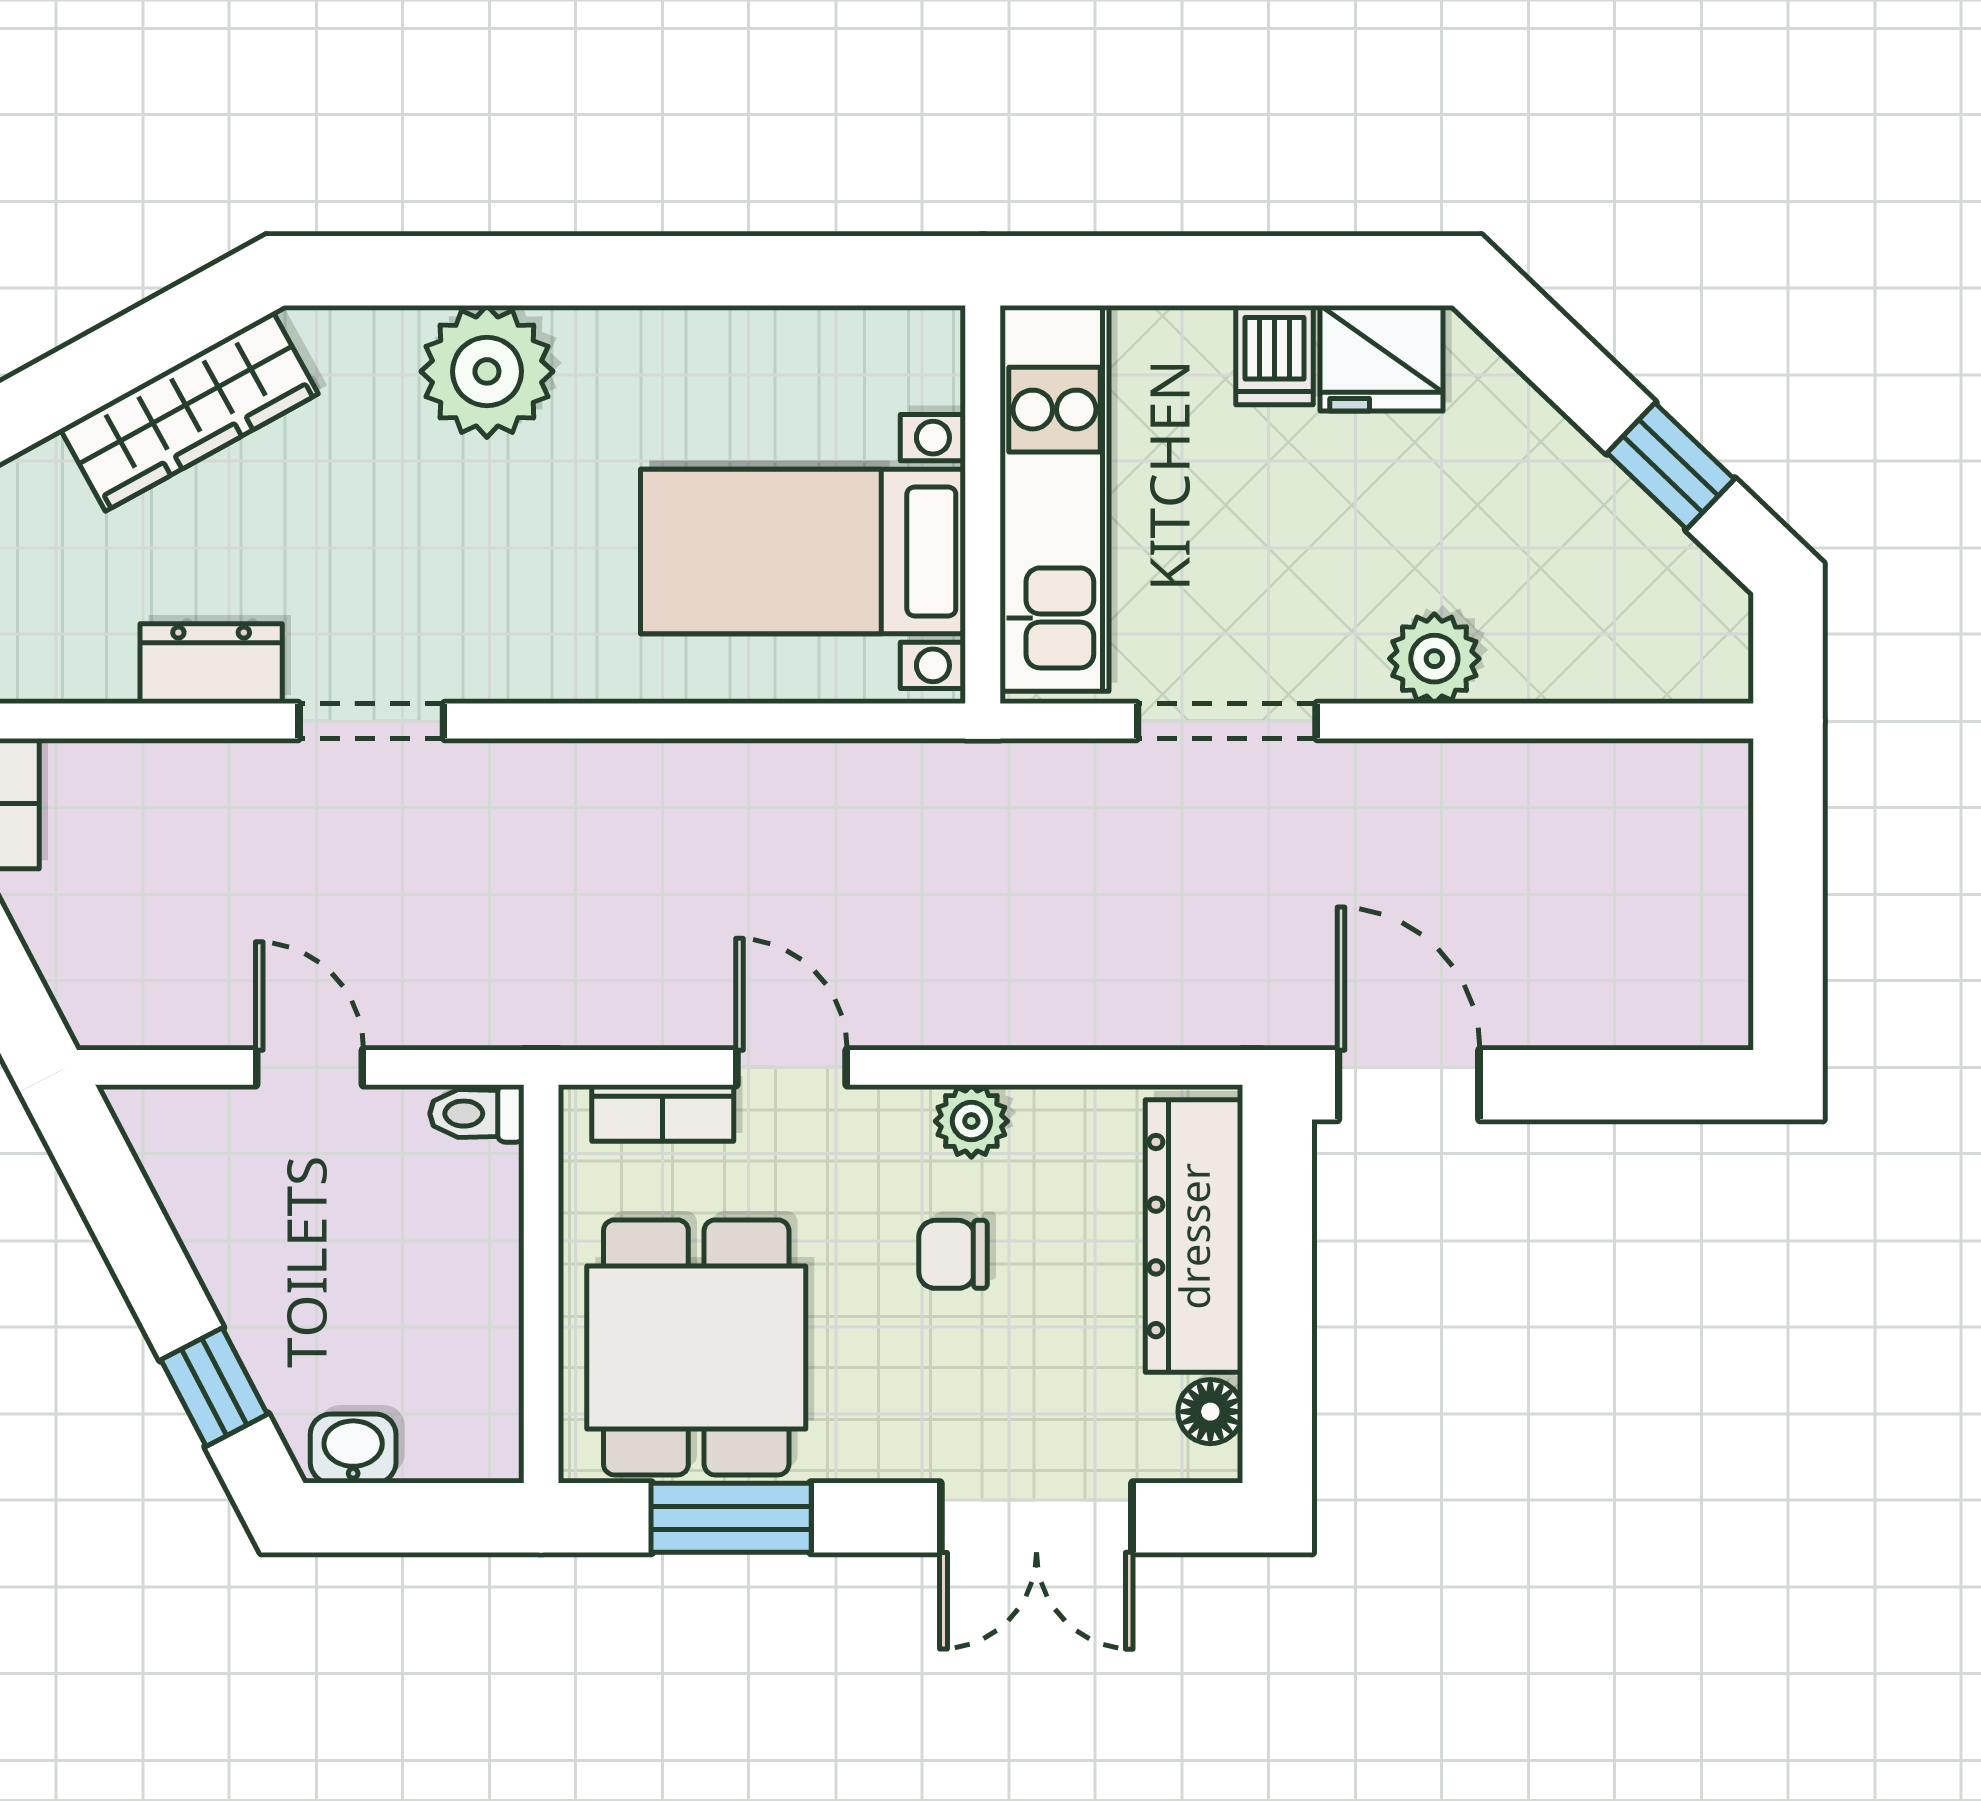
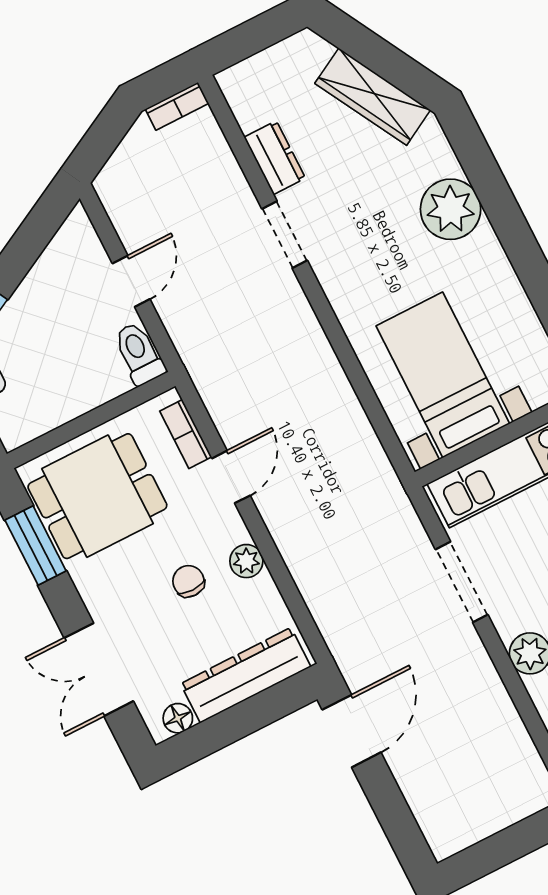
toilet: (477, 1114) -> (139, 354), width x1.37, depth x1.39

